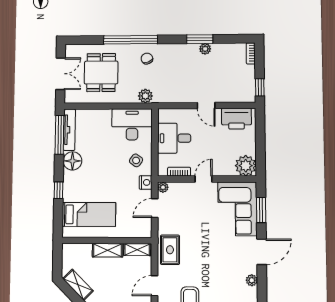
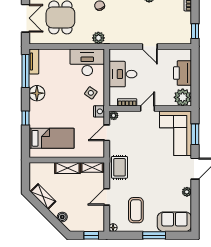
printer: (236, 119) -> (183, 73), moved, turned 90
tv unit: (69, 130) -> (34, 61), width x0.71

